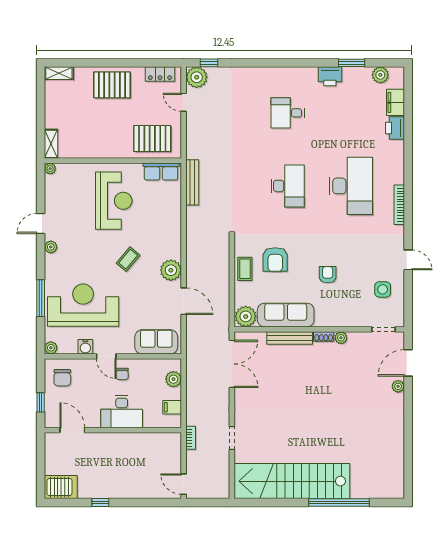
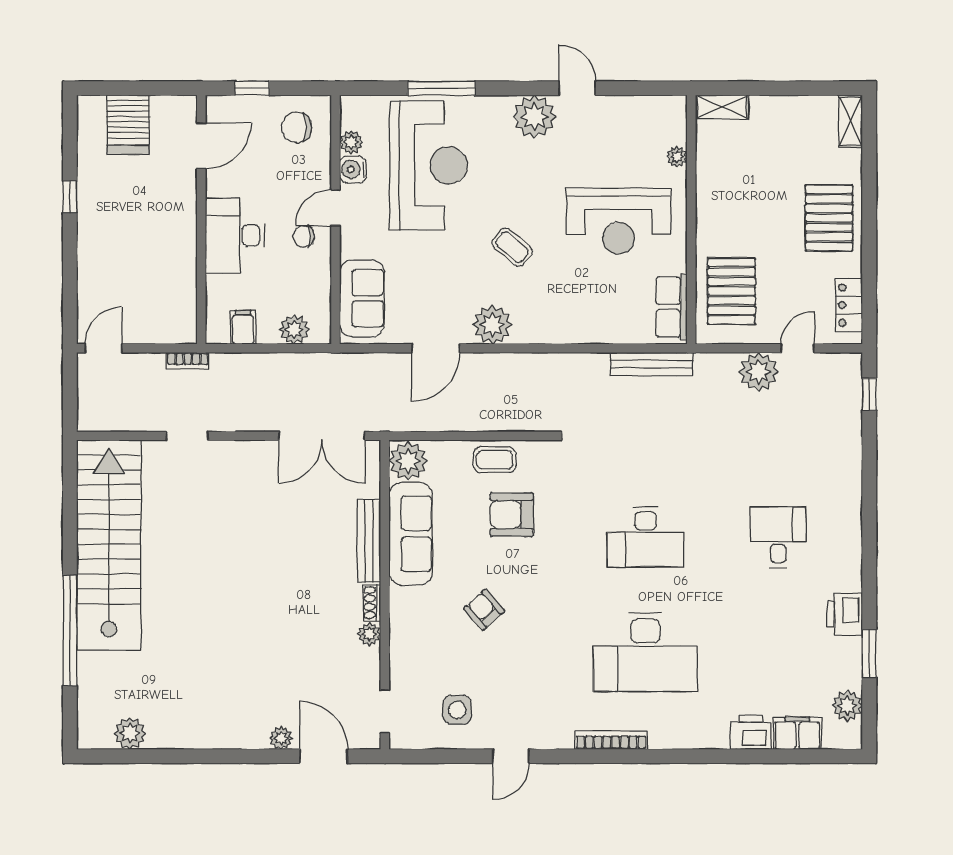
plant: (197, 77) -> (759, 372), moved
plant: (50, 169) -> (677, 157), moved
plant: (51, 247) -> (534, 117), width x1.88, depth x1.88
armchair: (328, 275) -> (484, 610), turned -132
plant: (51, 348) -> (351, 142), moved
plant: (395, 469) -> (130, 733), added
server rack: (61, 487) -> (128, 125), moved

